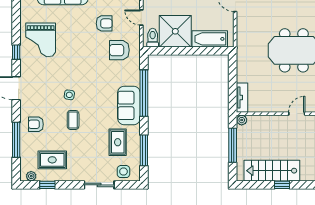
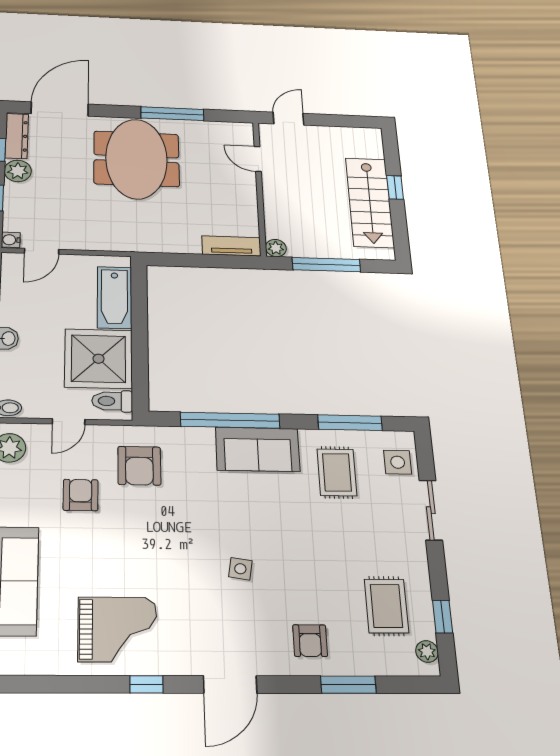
coffee table: (73, 120) -> (295, 562), removed
window: (16, 140) -> (348, 685), width x0.69
rug: (118, 142) -> (337, 472), turned 90

